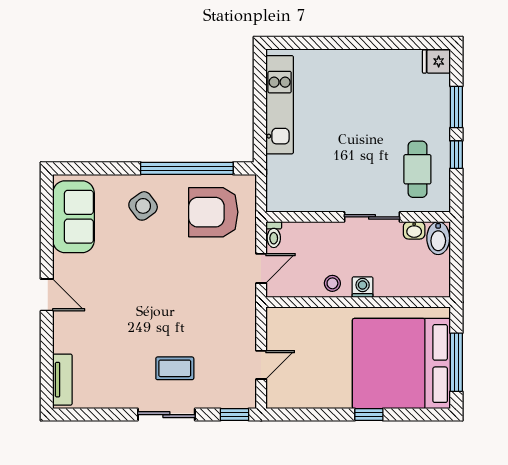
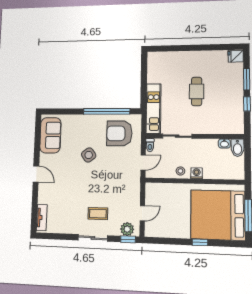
kitchen unit: (280, 105) -> (153, 109), moved
cafe table: (417, 169) -> (197, 91), moved
side table: (143, 206) -> (89, 155), moved
sliding door: (372, 217) -> (177, 136), moved
plant: (232, 396) -> (127, 229), added

